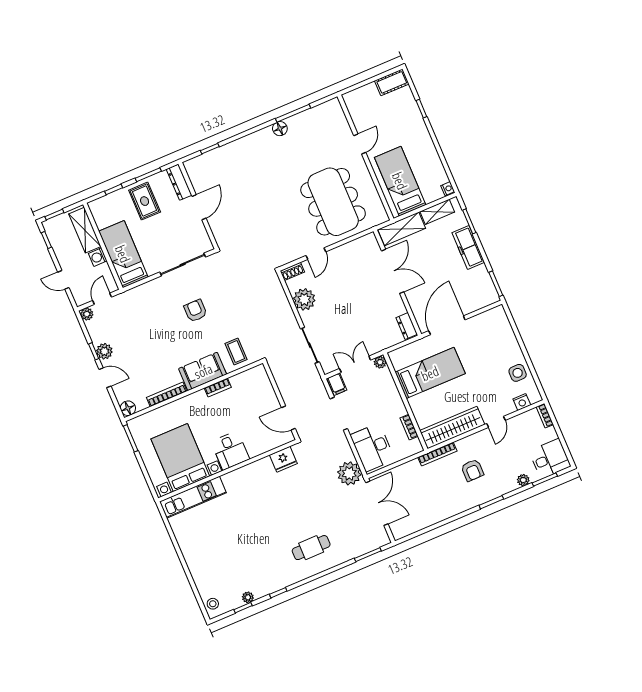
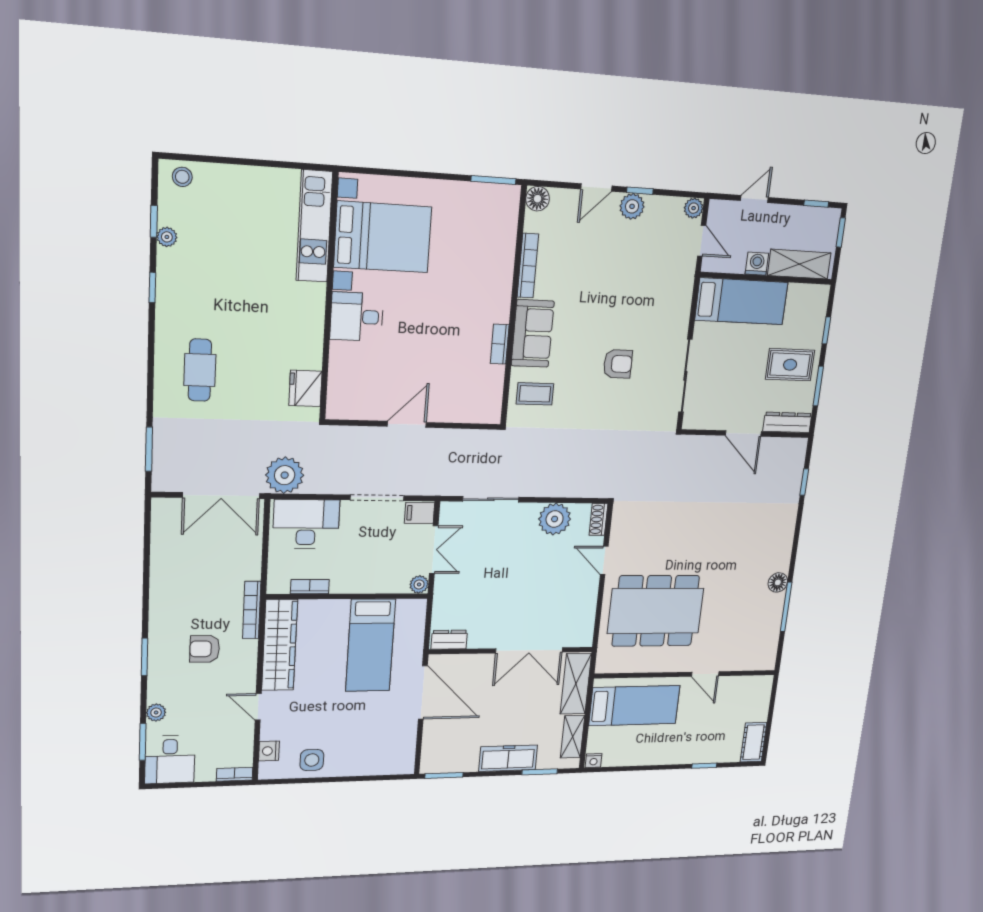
desk: (230, 450) -> (357, 317), moved
bed with nightstands: (180, 458) -> (383, 237), moved
fridge: (283, 459) -> (305, 388), moved
wall: (228, 471) -> (329, 298), moved
kitchen unit: (193, 497) -> (314, 226), moved

